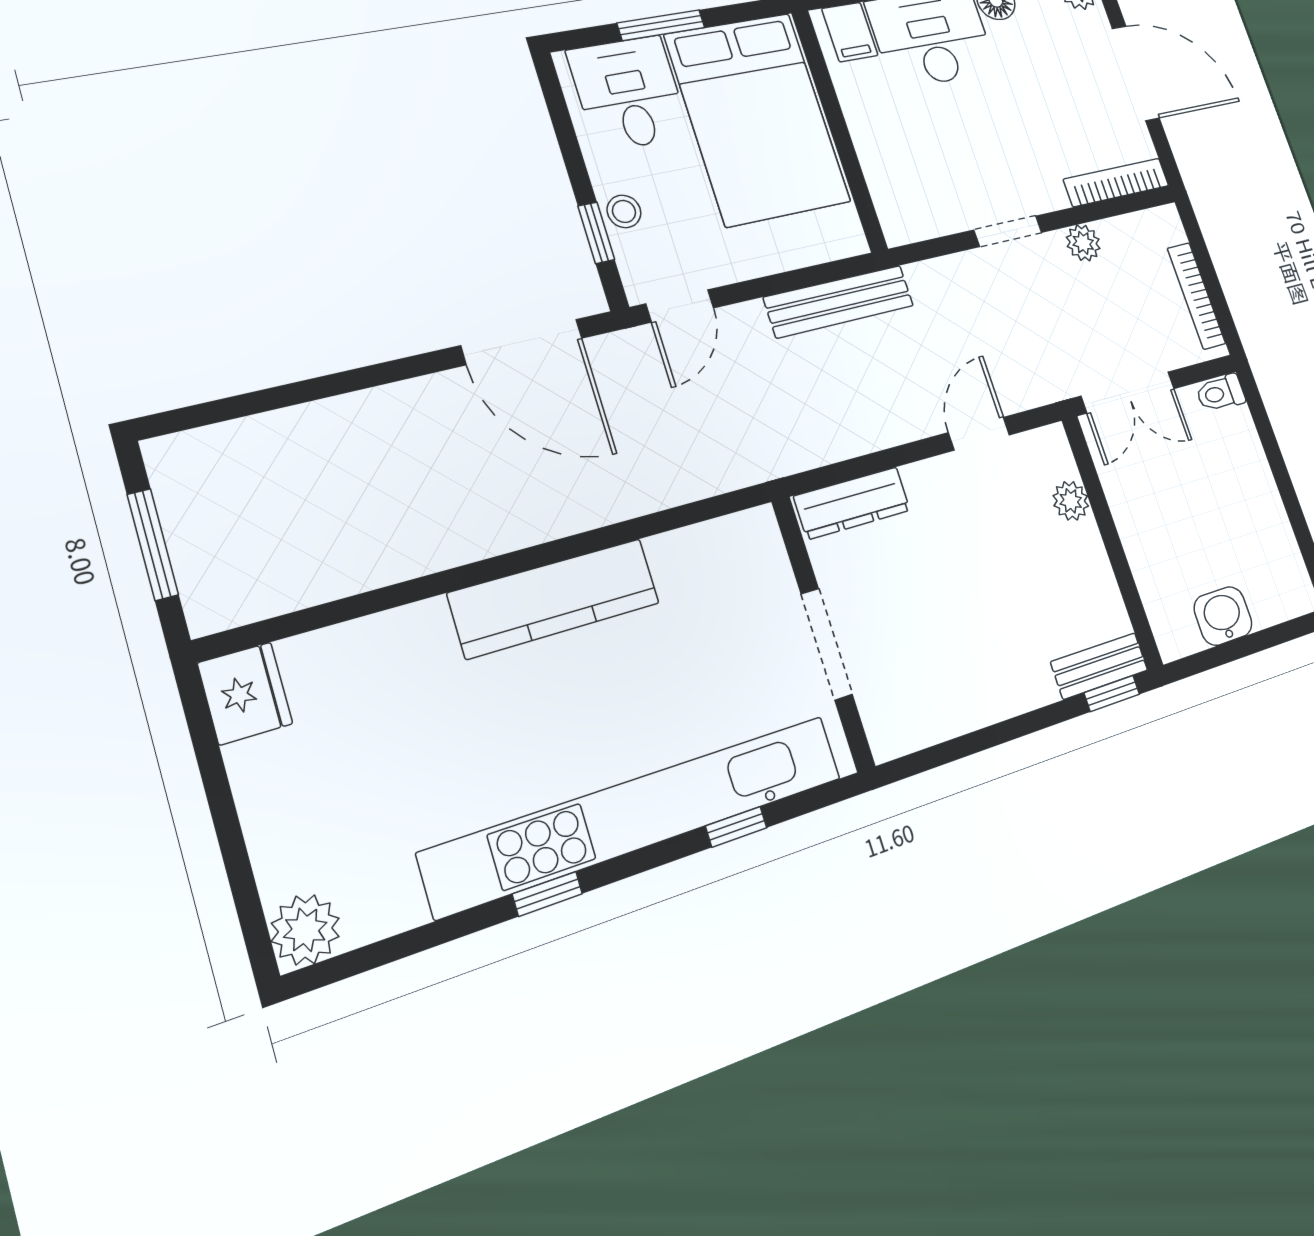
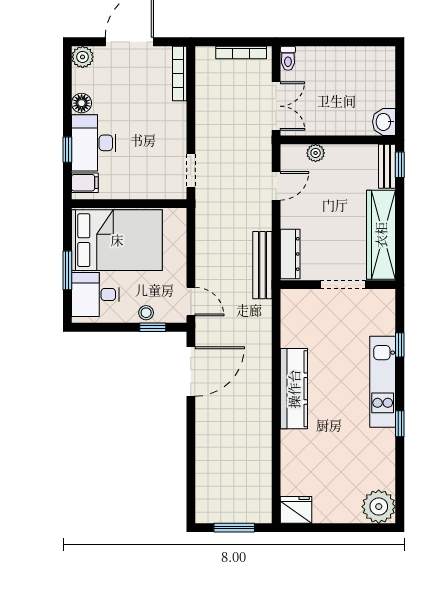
doorway: (1008, 231) -> (191, 171), moved
plant: (1083, 243) -> (204, 102), removed
bench: (839, 301) -> (262, 265), moved
door: (979, 434) -> (276, 186), swing flipped
washbasin: (1223, 616) -> (384, 122), moved
wardrobe: (960, 699) -> (381, 235), added
kitchen unit: (637, 814) -> (383, 382), width x0.54
plant: (305, 930) -> (379, 507), width x1.36, depth x1.36

